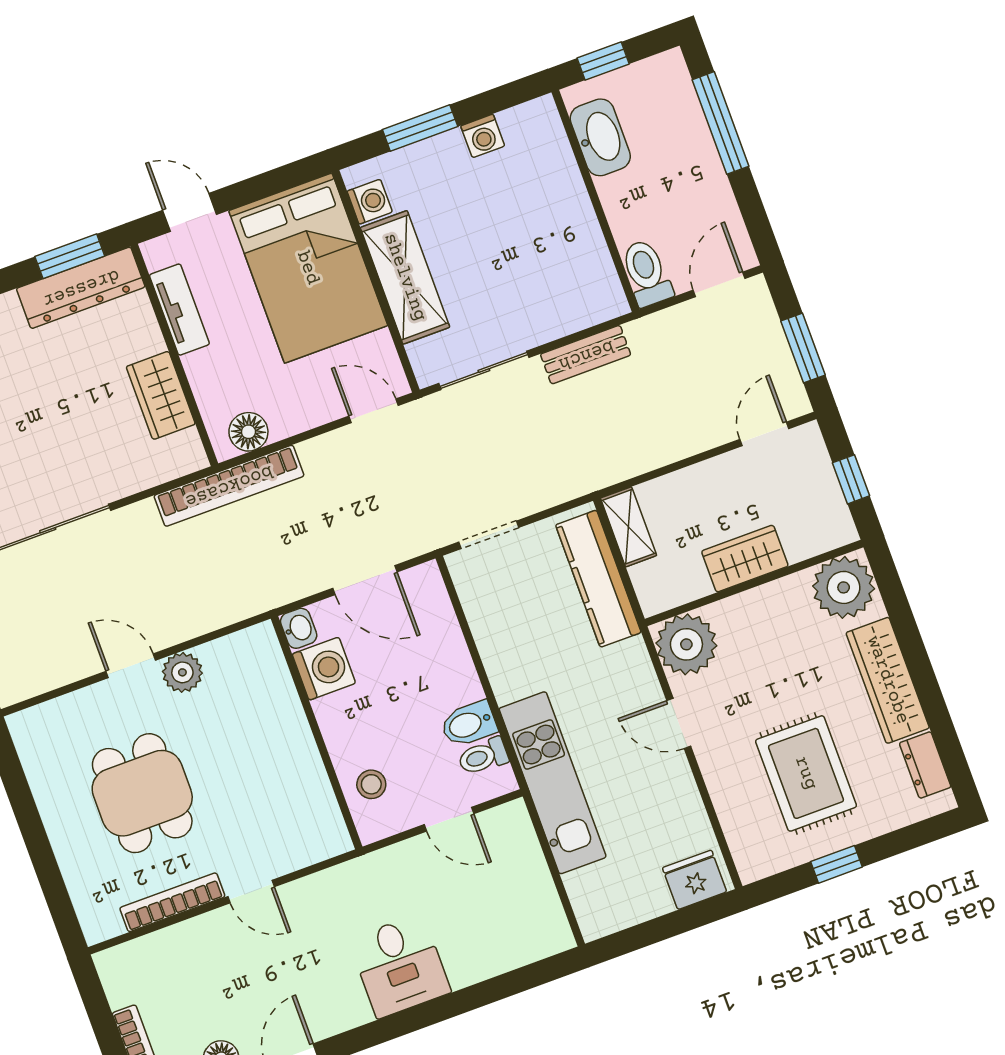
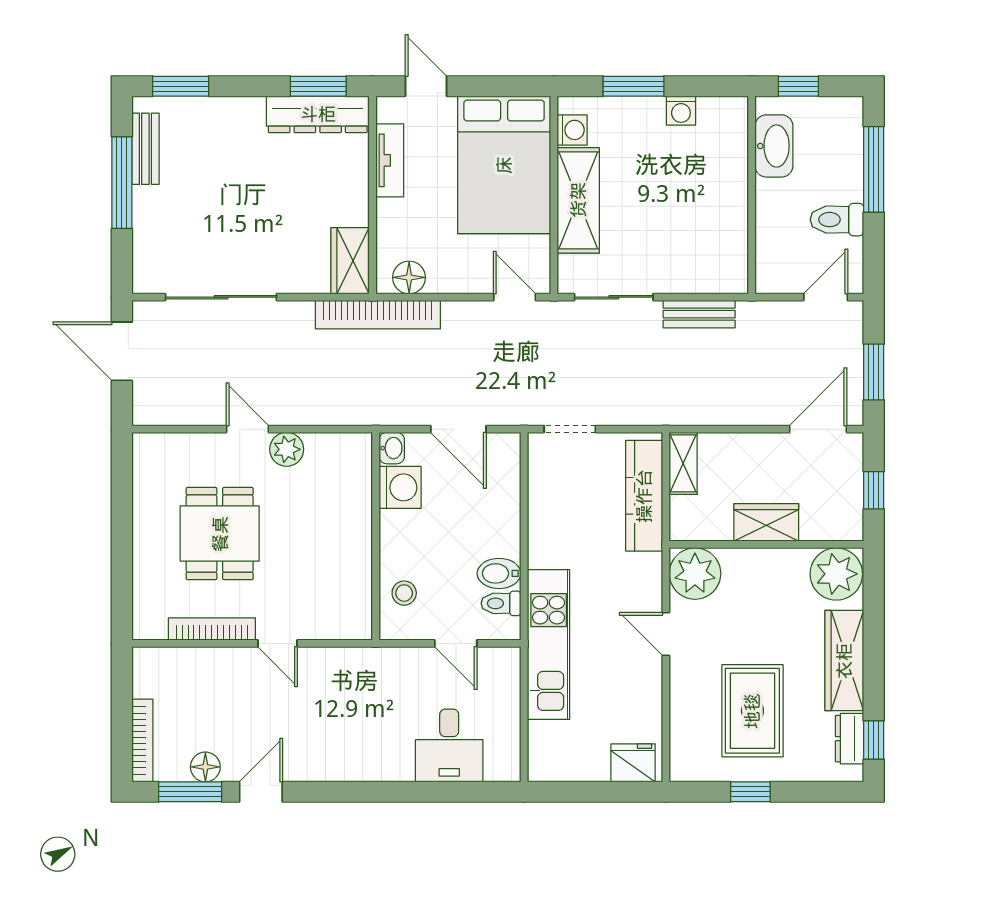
toilet: (647, 273) -> (837, 220), moved, turned -90
wardrobe: (161, 395) -> (350, 261), moved
door: (764, 434) -> (818, 429), width x1.38
window: (953, 757) -> (874, 740), added
desk: (400, 966) -> (449, 745), moved

